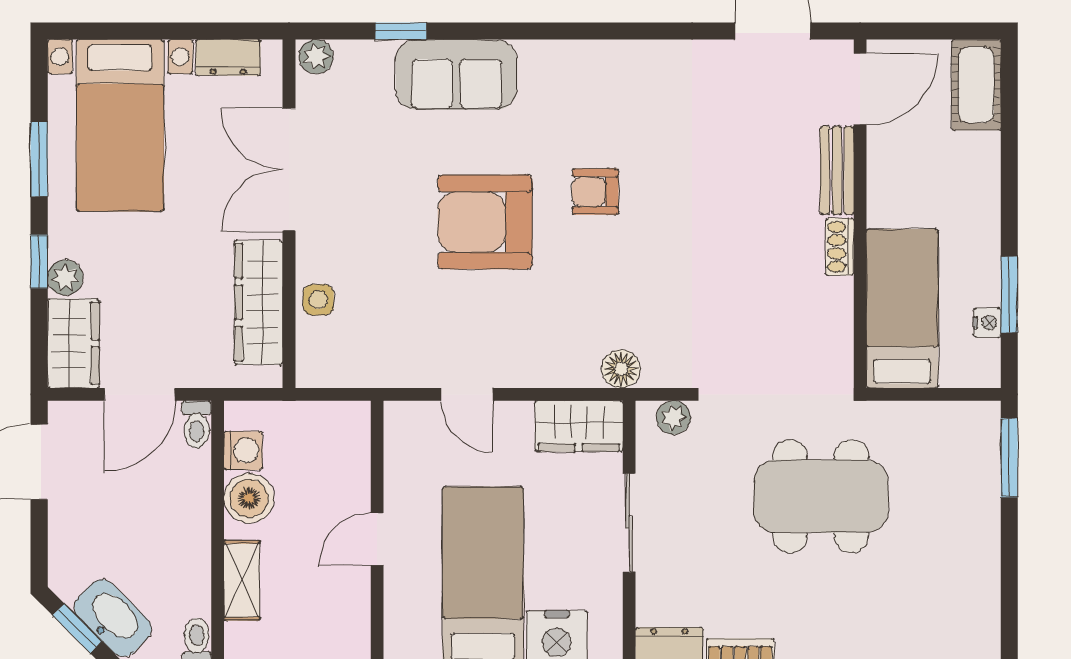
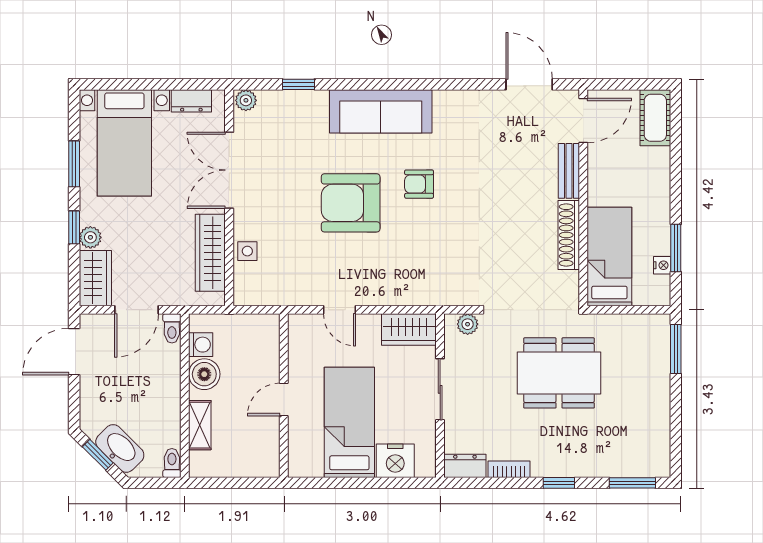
sofa: (456, 75) -> (381, 111), moved, width x1.36
shoe rack: (840, 247) -> (569, 235), width x1.94, depth x1.24
floor lamp: (621, 369) -> (435, 294), removed

